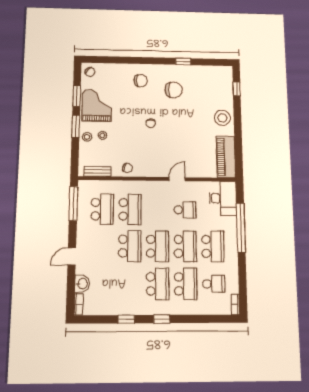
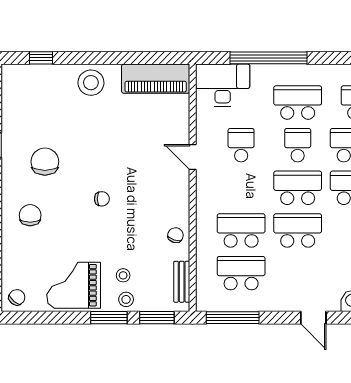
window: (77, 96) -> (157, 318), moved
school desk: (185, 246) -> (298, 145), width x0.54

